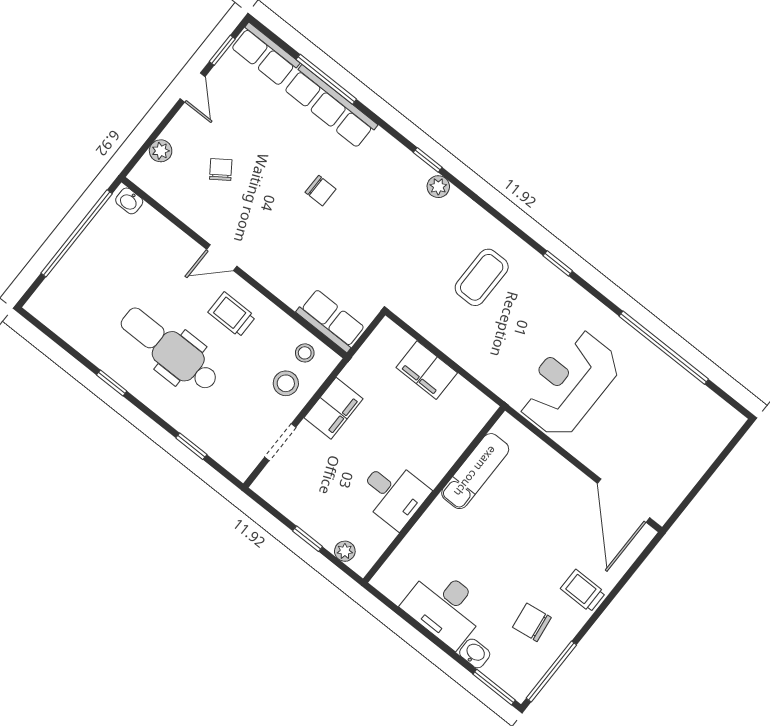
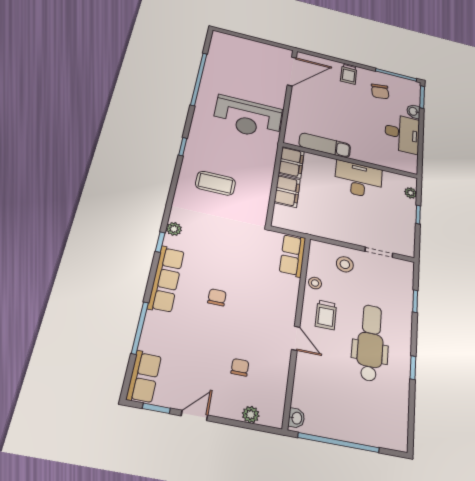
row of seats: (330, 107) -> (166, 279), moved
chair: (221, 170) -> (240, 367), turned 125
dental chair: (170, 349) -> (370, 342), turned 180
stool: (305, 353) -> (315, 283), moved
filing cabinet: (334, 408) -> (291, 162), moved, turned 90
desk: (393, 494) -> (358, 180), width x1.37

